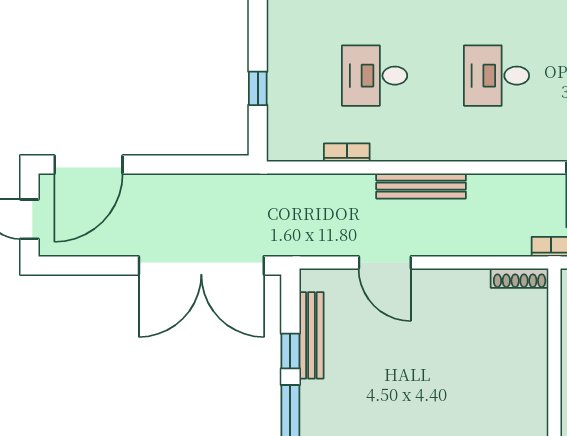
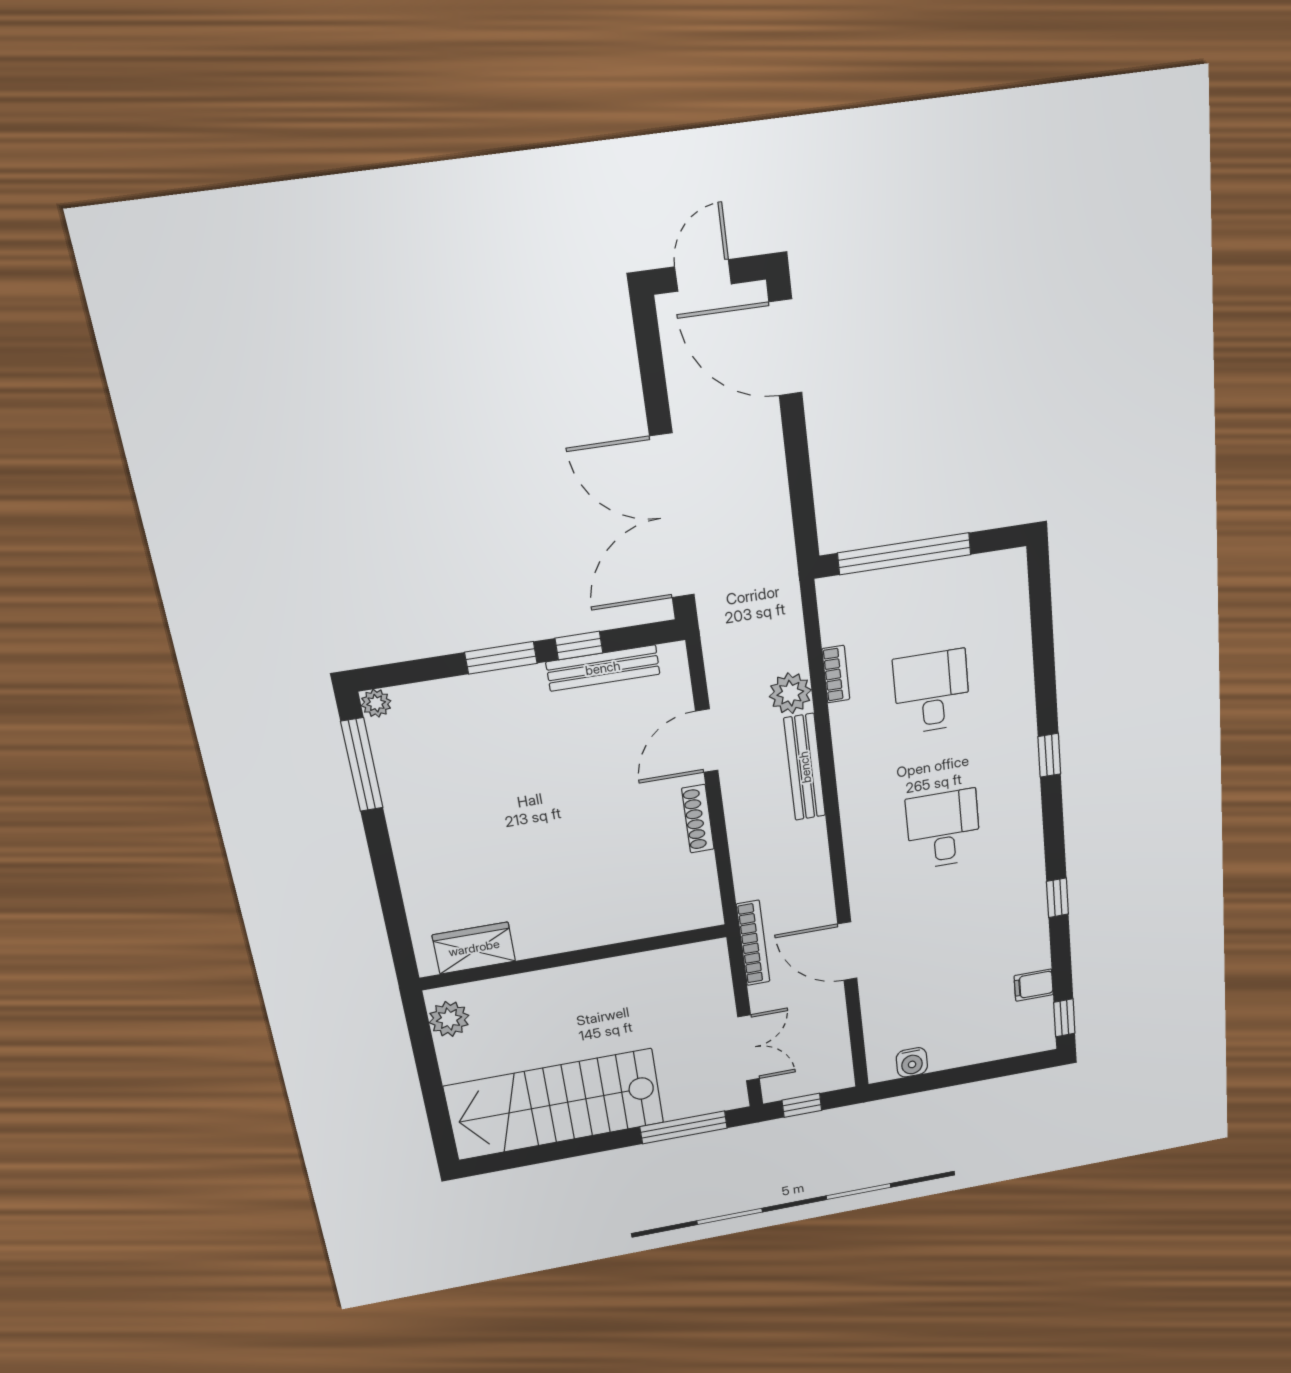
window: (258, 88) -> (904, 554), width x3.17
plant: (357, 191) -> (790, 693), added
shoe rack: (520, 278) -> (698, 819), moved

